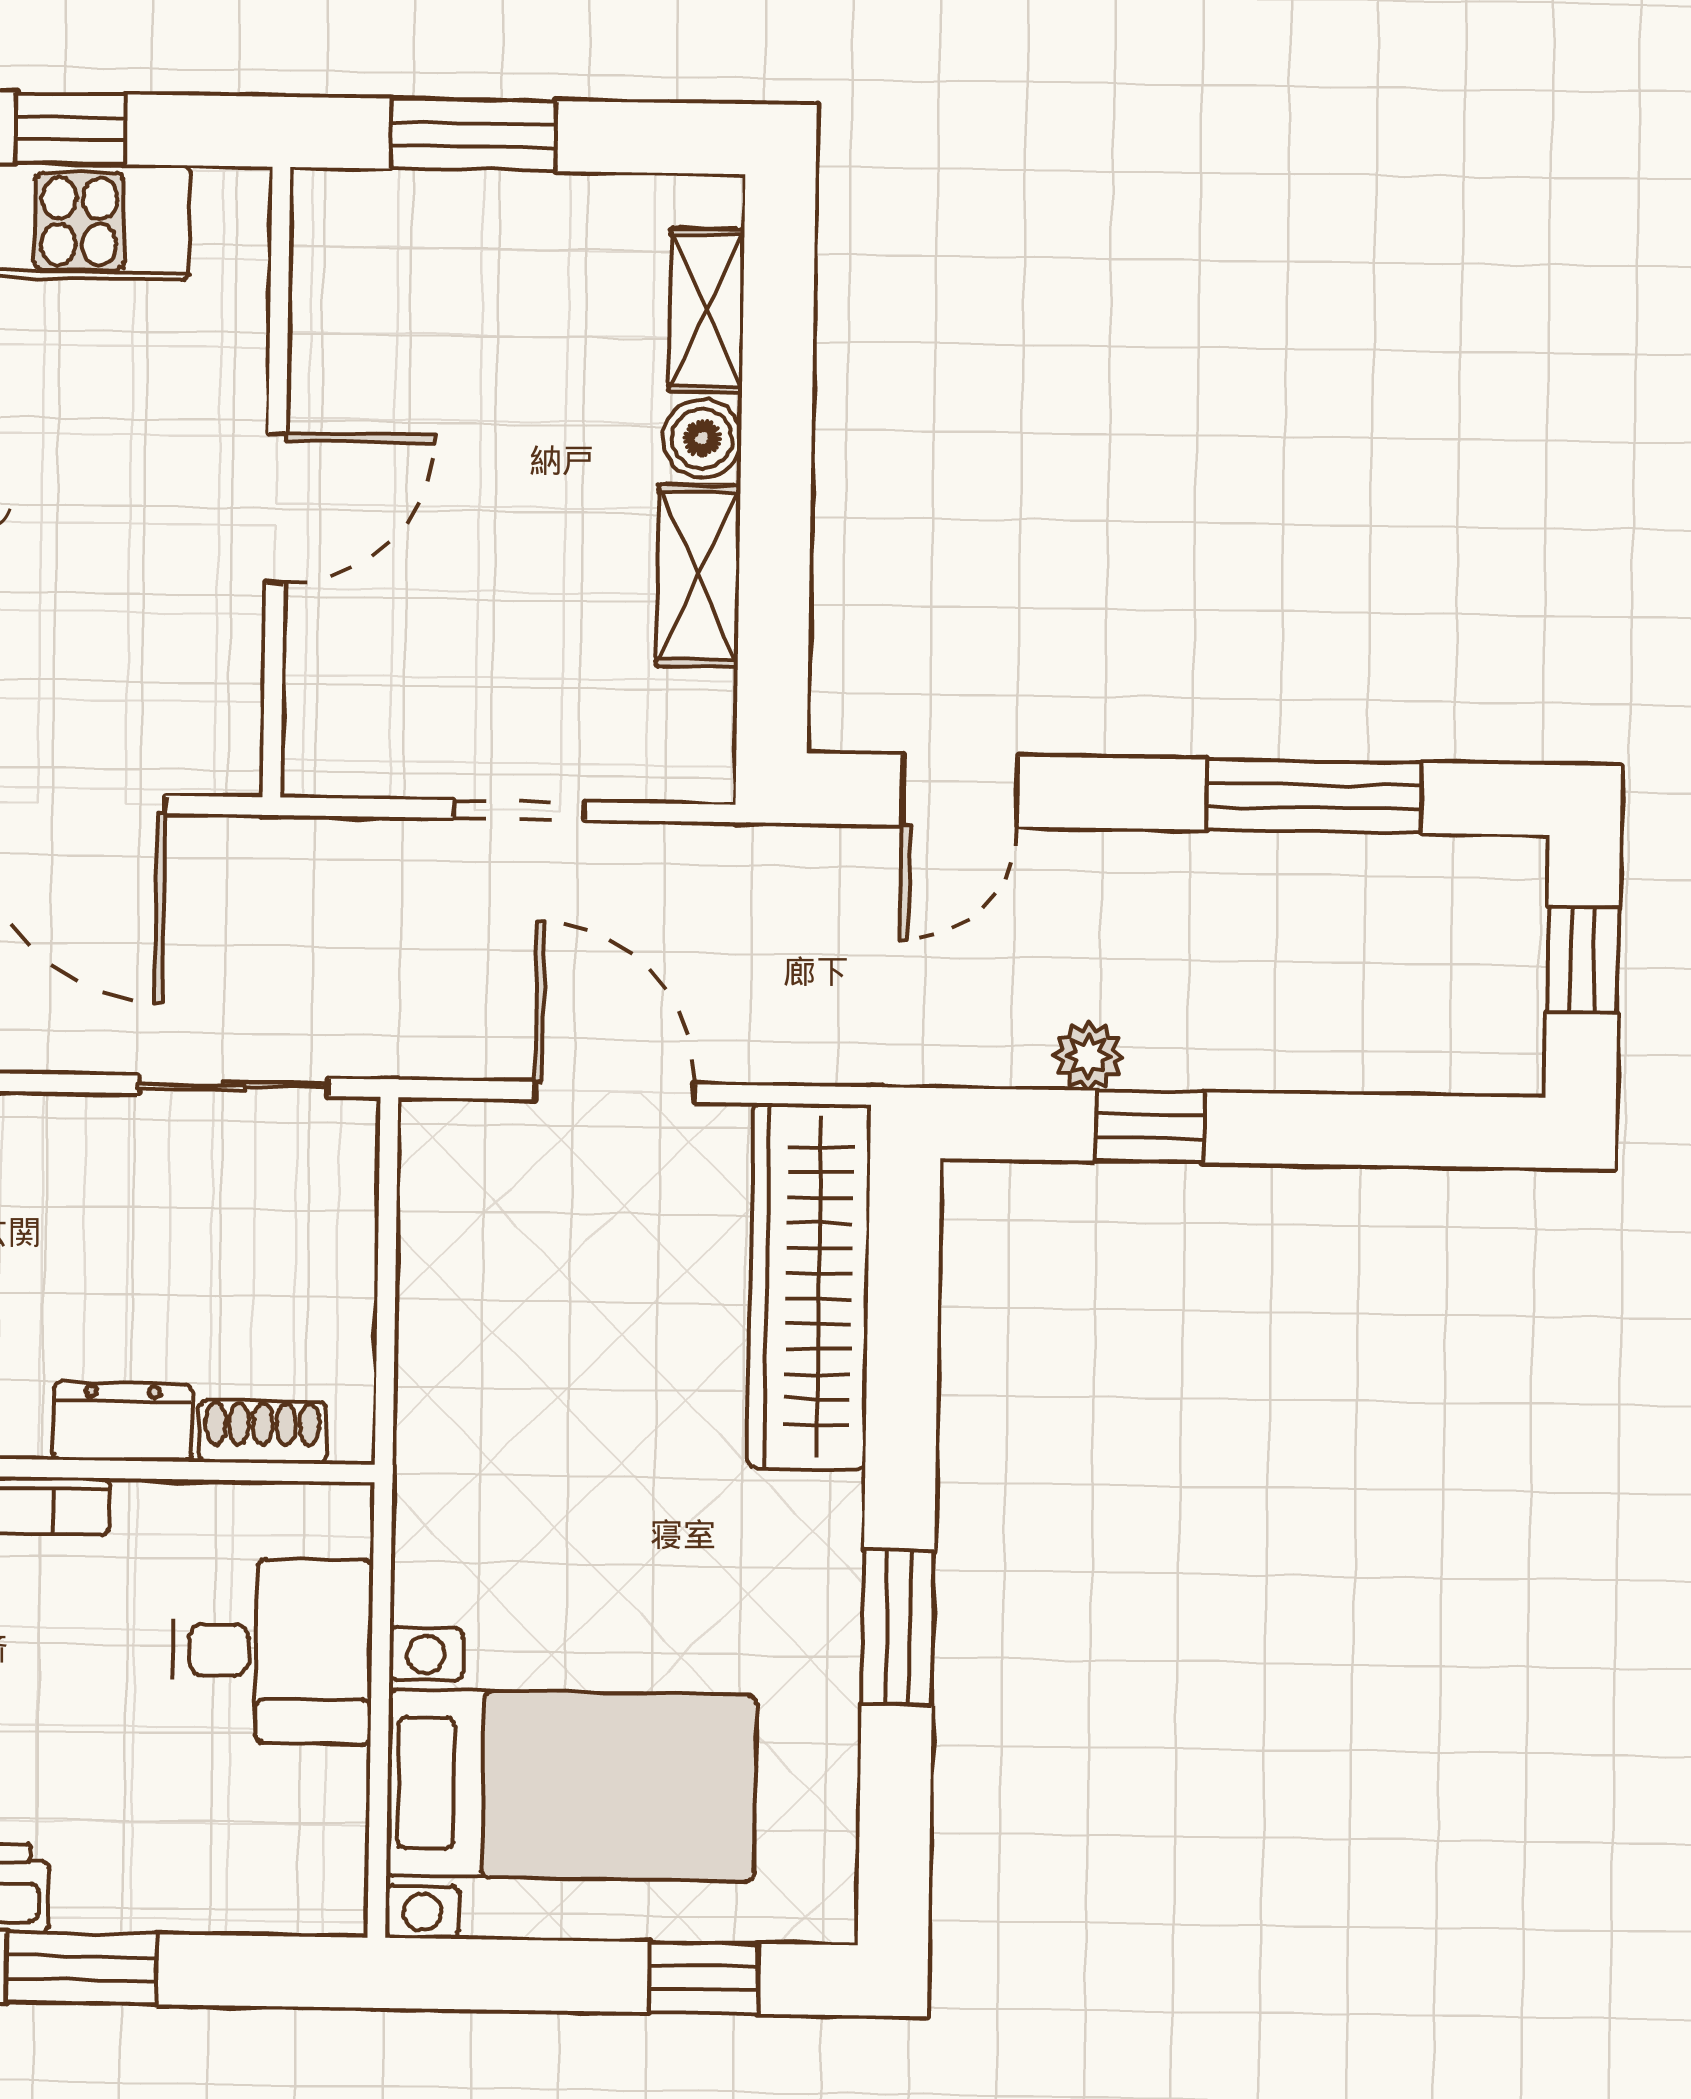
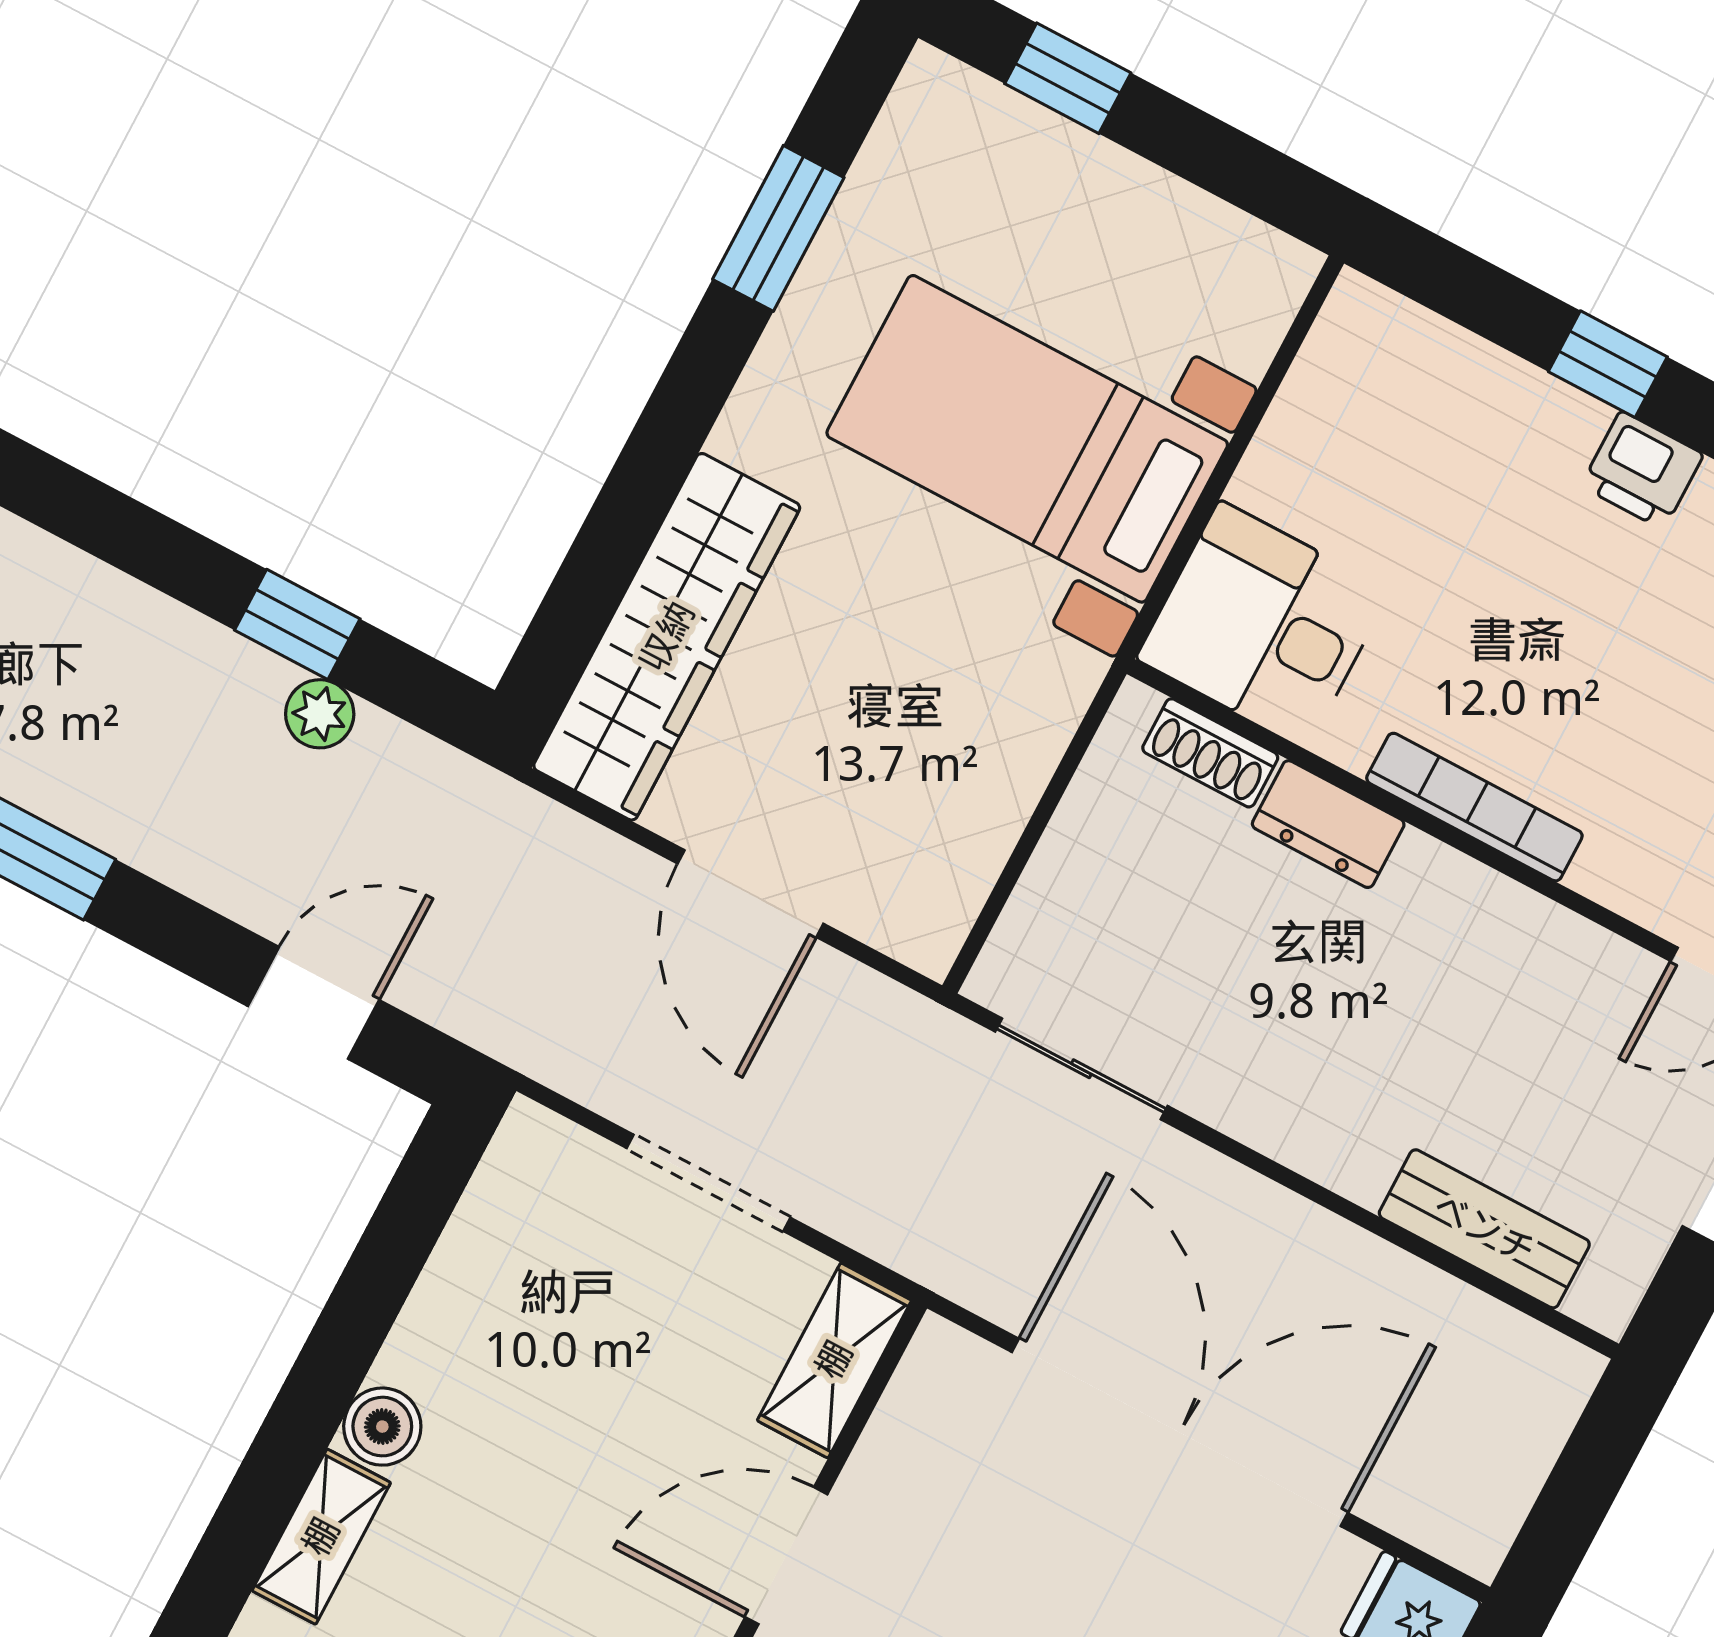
shelving: (698, 576) -> (834, 1360), moved
doorway: (519, 810) -> (708, 1183), width x1.38
window: (898, 1628) -> (778, 228), moved
desk: (273, 1651) -> (1263, 625), moved
bed with nightstands: (571, 1785) -> (1027, 439), moved
window: (82, 1968) -> (1608, 364), width x0.67

